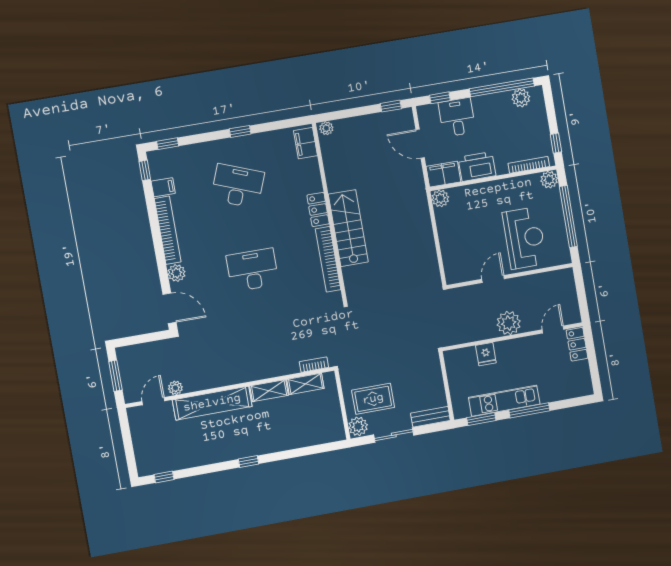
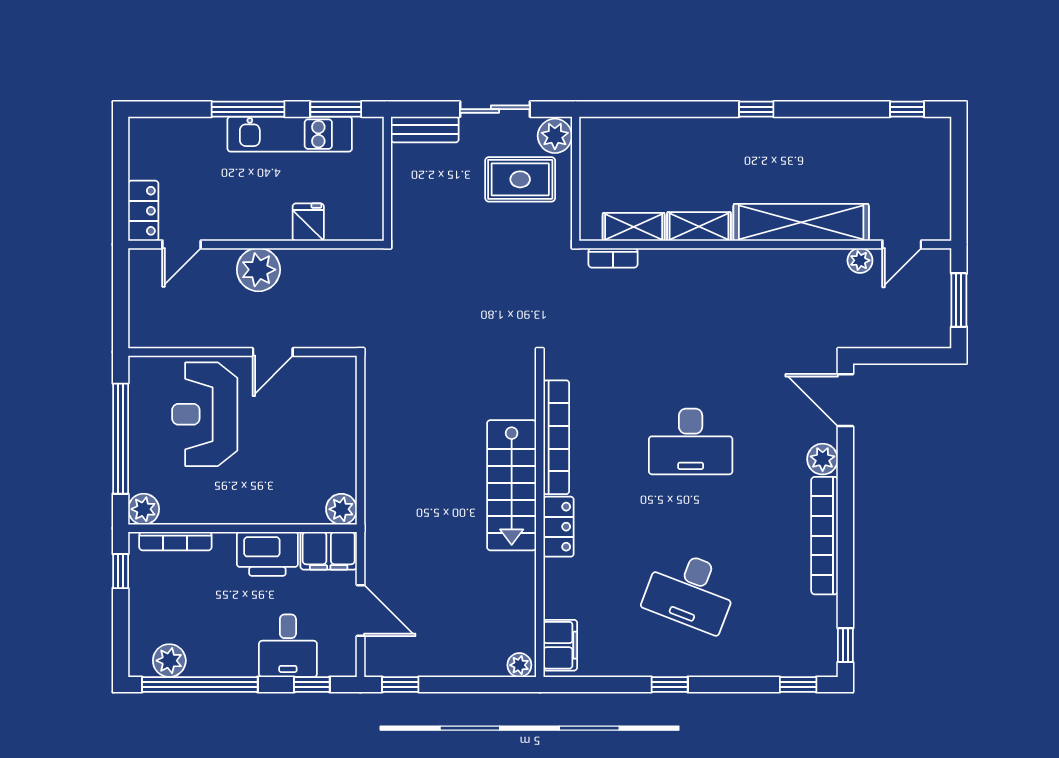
filing cabinet: (163, 187) -> (819, 611), removed

